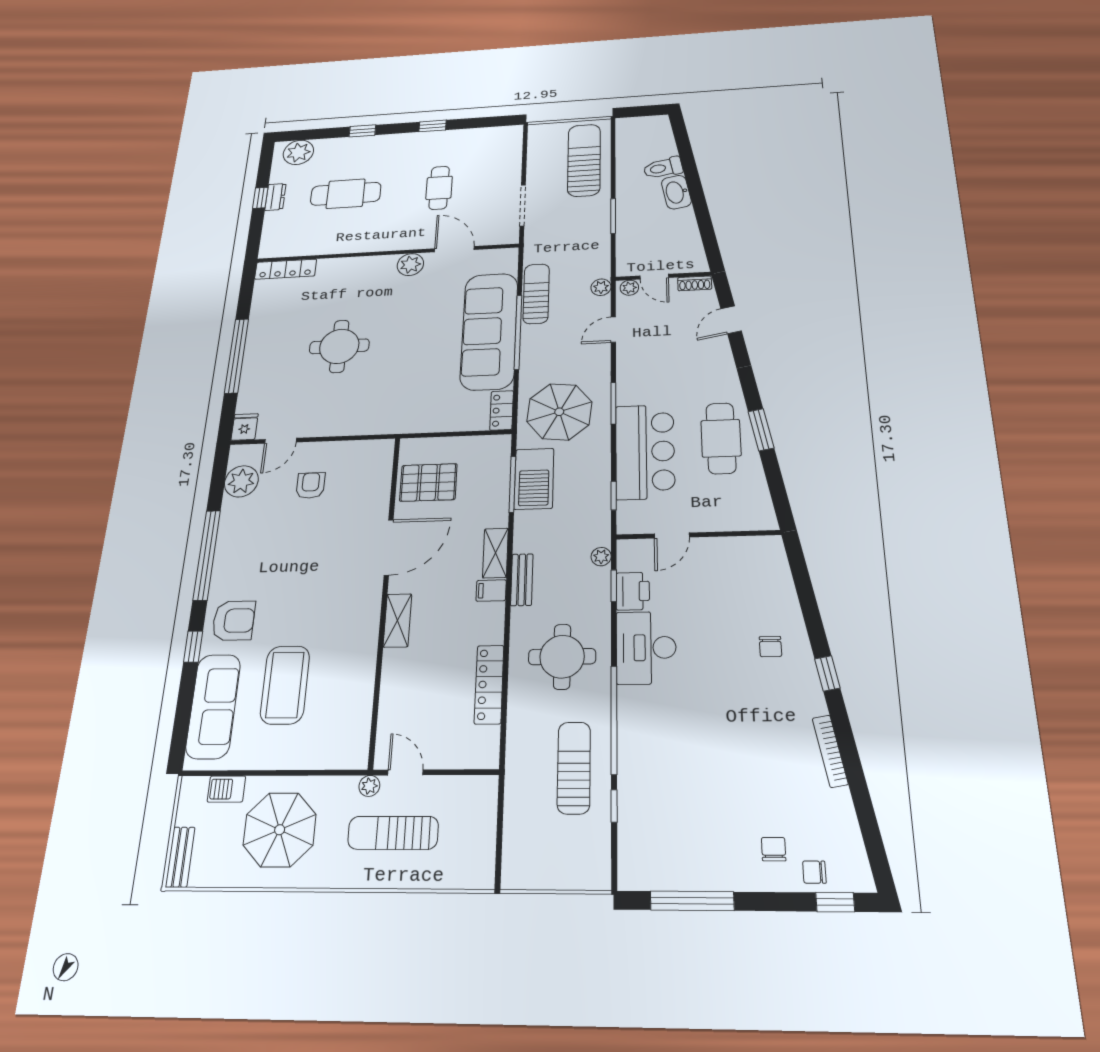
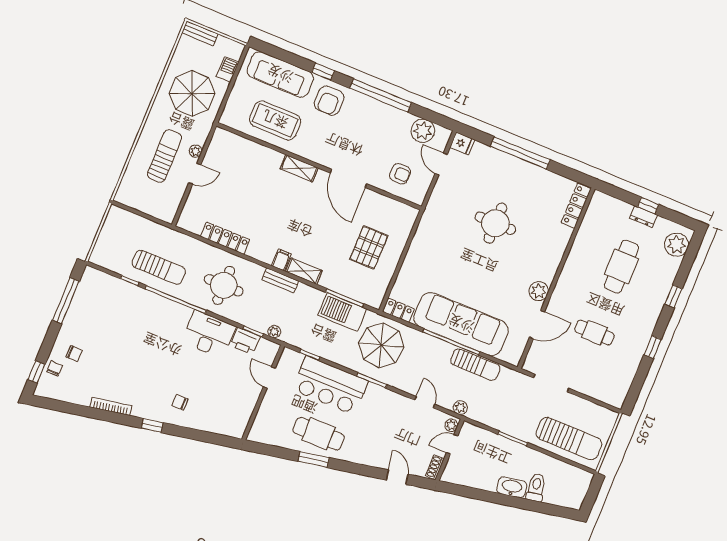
door: (389, 547) -> (348, 178), moved
wall: (385, 594) -> (319, 166), moved
shelving: (397, 620) -> (299, 168), moved

